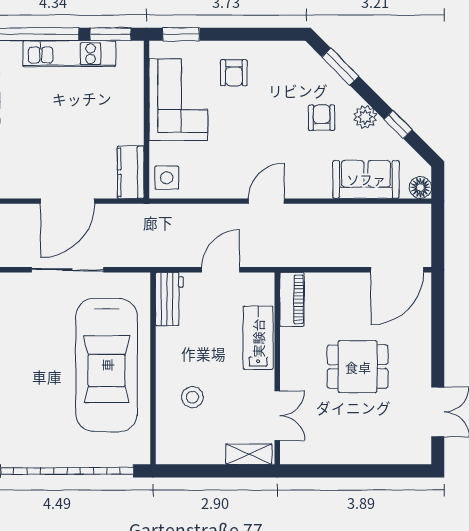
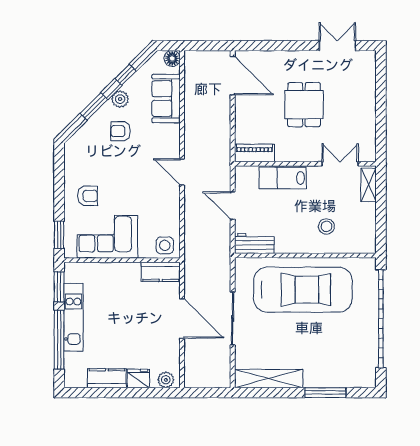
window: (340, 67) -> (94, 106), moved

